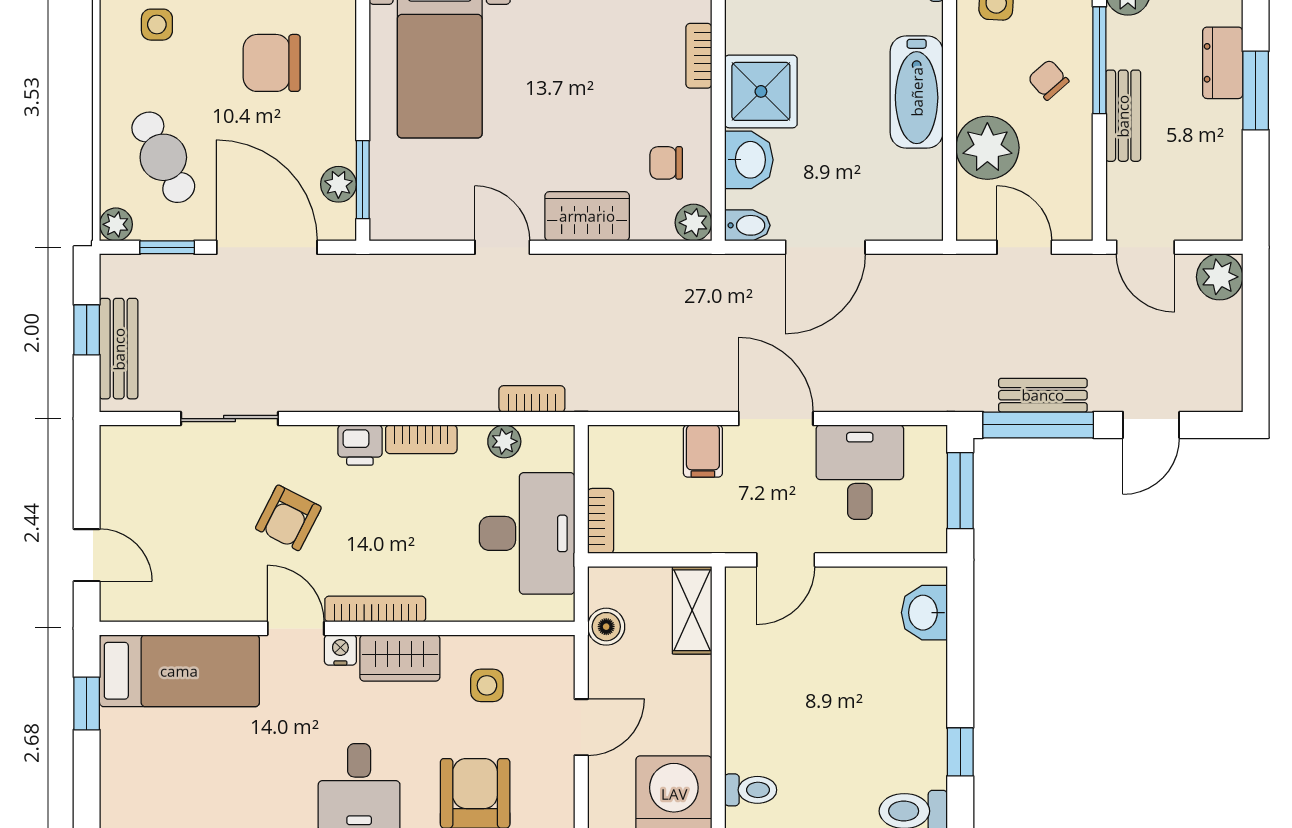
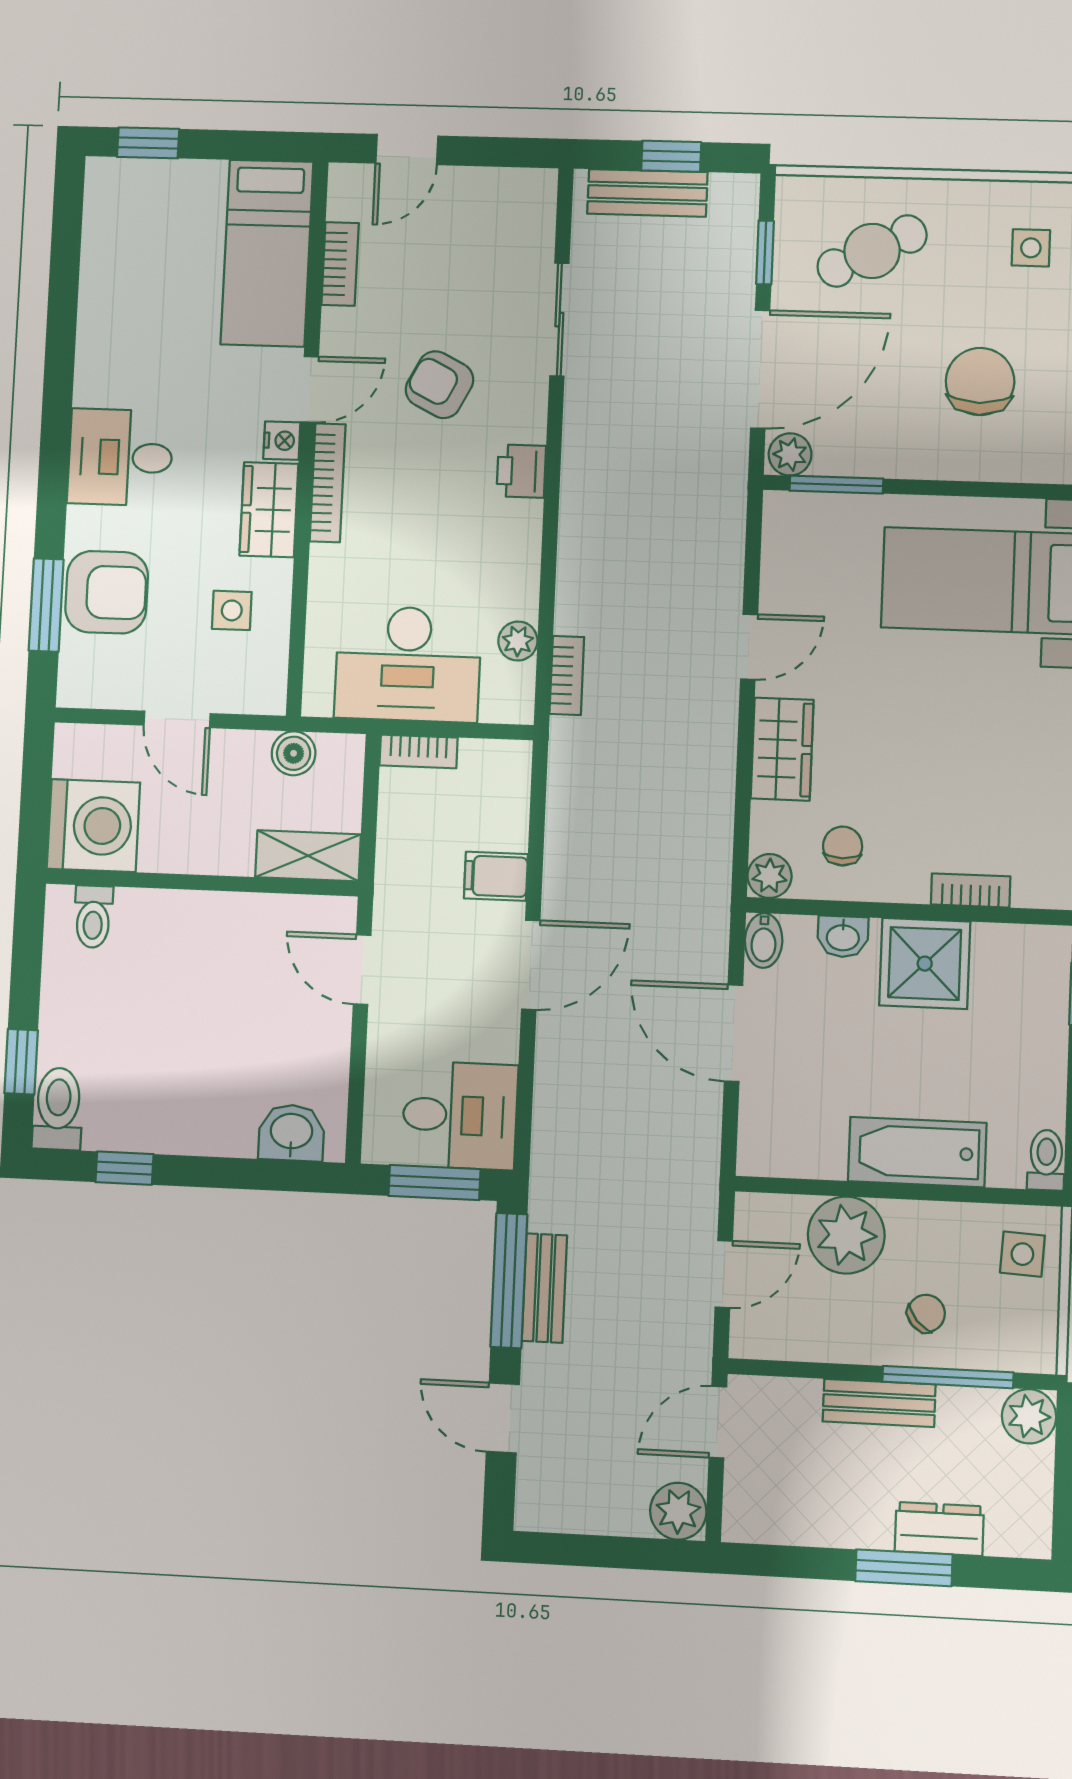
washbasin: (749, 160) -> (843, 937), width x0.72, depth x0.69
plant: (338, 184) -> (790, 454), moved
plant: (116, 224) -> (794, 194), removed
bookcase: (421, 439) -> (340, 264), moved, turned 180
desk: (860, 472) -> (460, 1115), moved
window: (87, 703) -> (148, 143), moved

